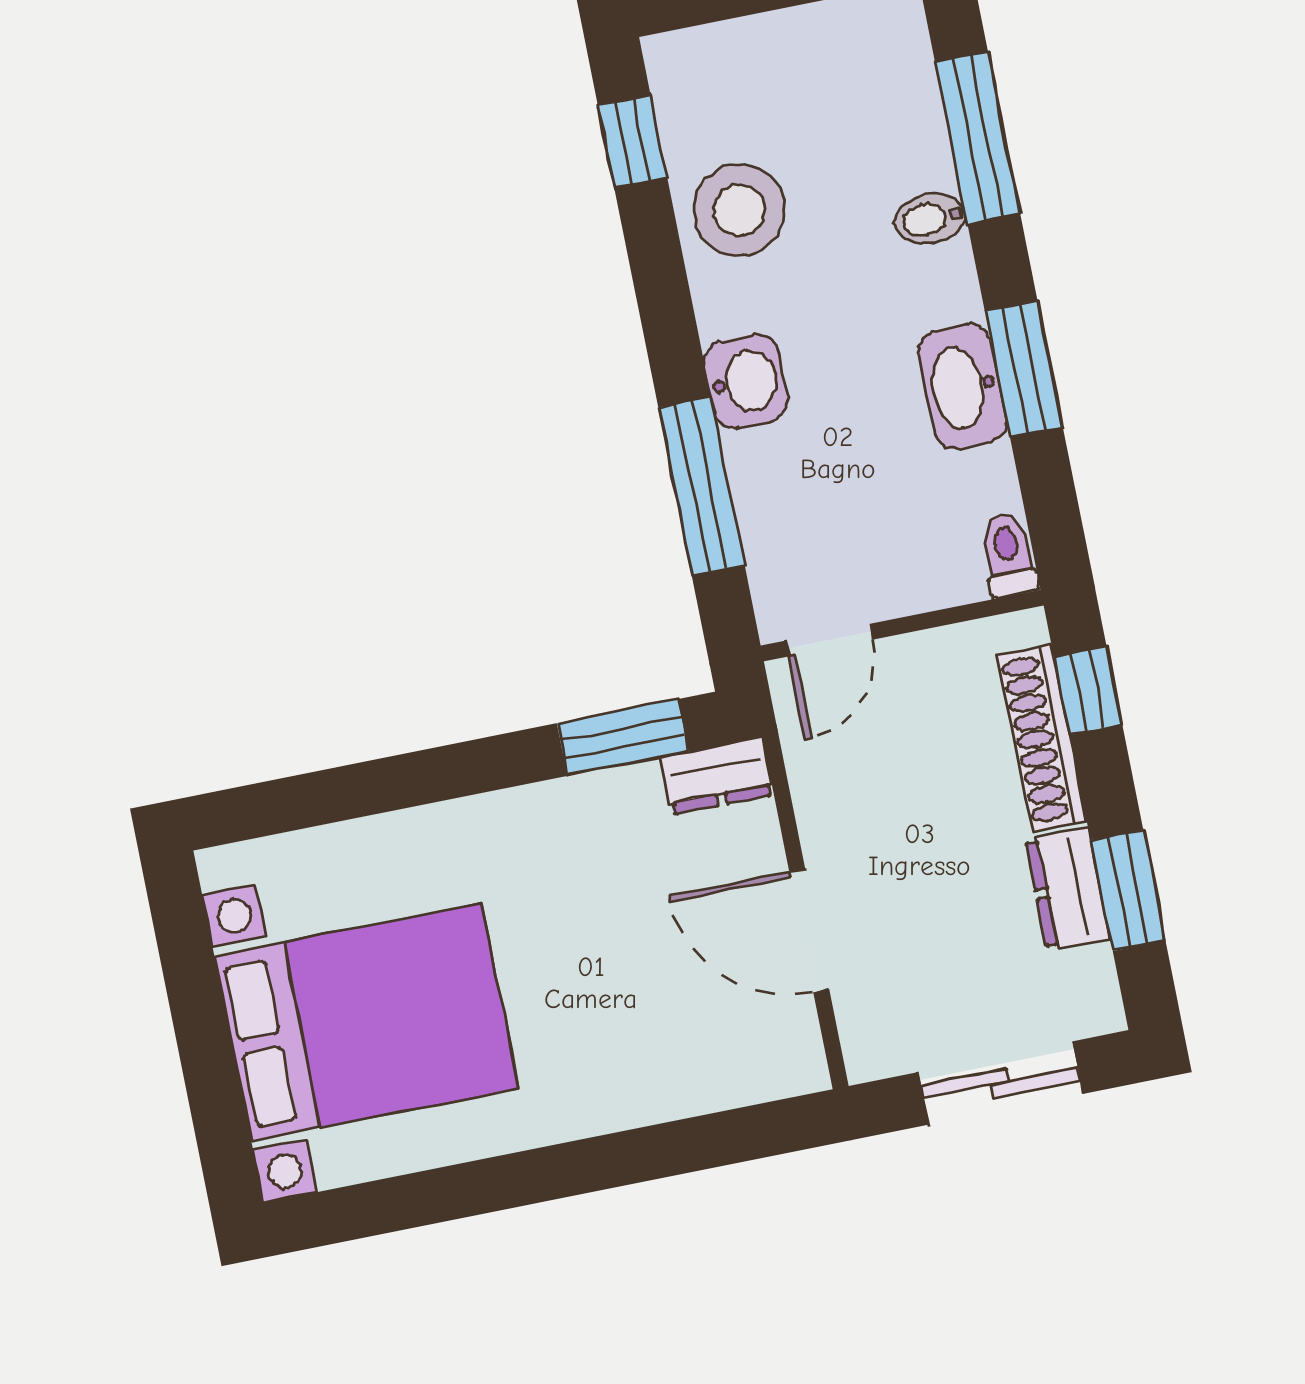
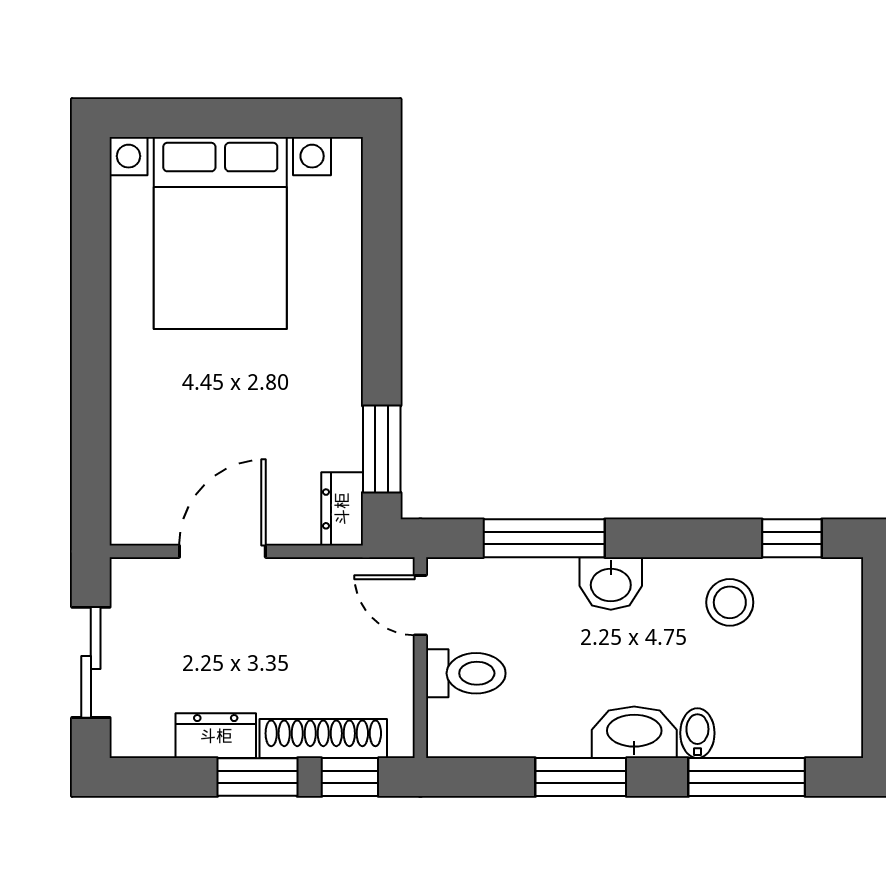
stool: (739, 210) -> (730, 602), width x0.73, depth x0.73
washbasin: (963, 387) -> (634, 732), moved
toilet: (1008, 555) -> (466, 673), moved, width x1.37, depth x1.39
window: (1128, 890) -> (257, 777), moved

